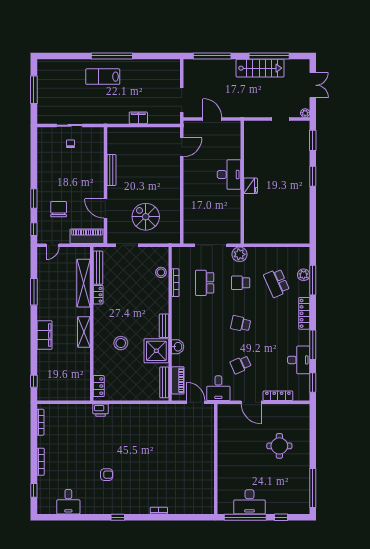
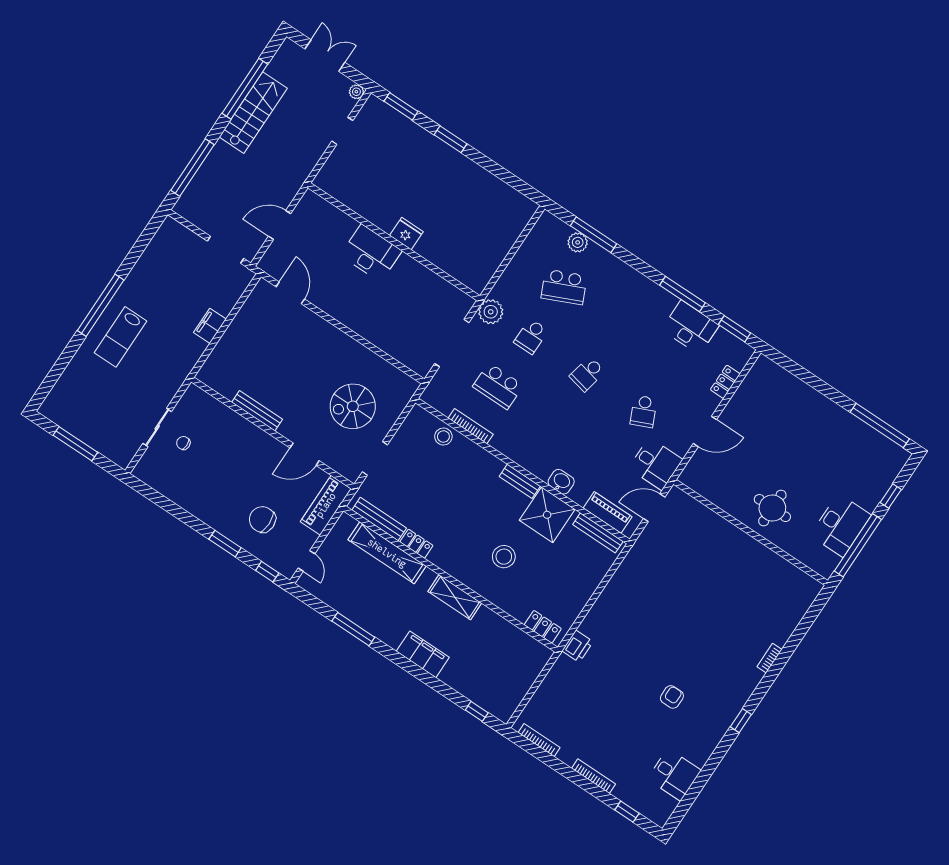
locker: (304, 313) -> (631, 277), removed
locker: (278, 396) -> (725, 382), width x0.66
round table: (279, 446) -> (772, 508), moved

